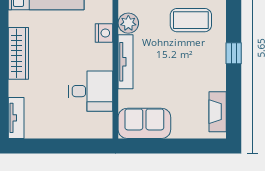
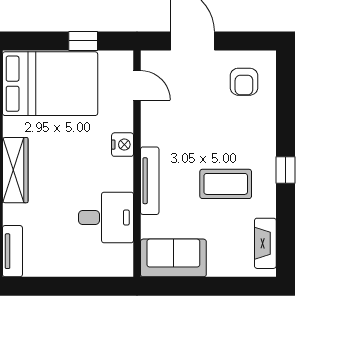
coffee table: (191, 20) -> (226, 184), moved
plant: (128, 23) -> (153, 132), removed

